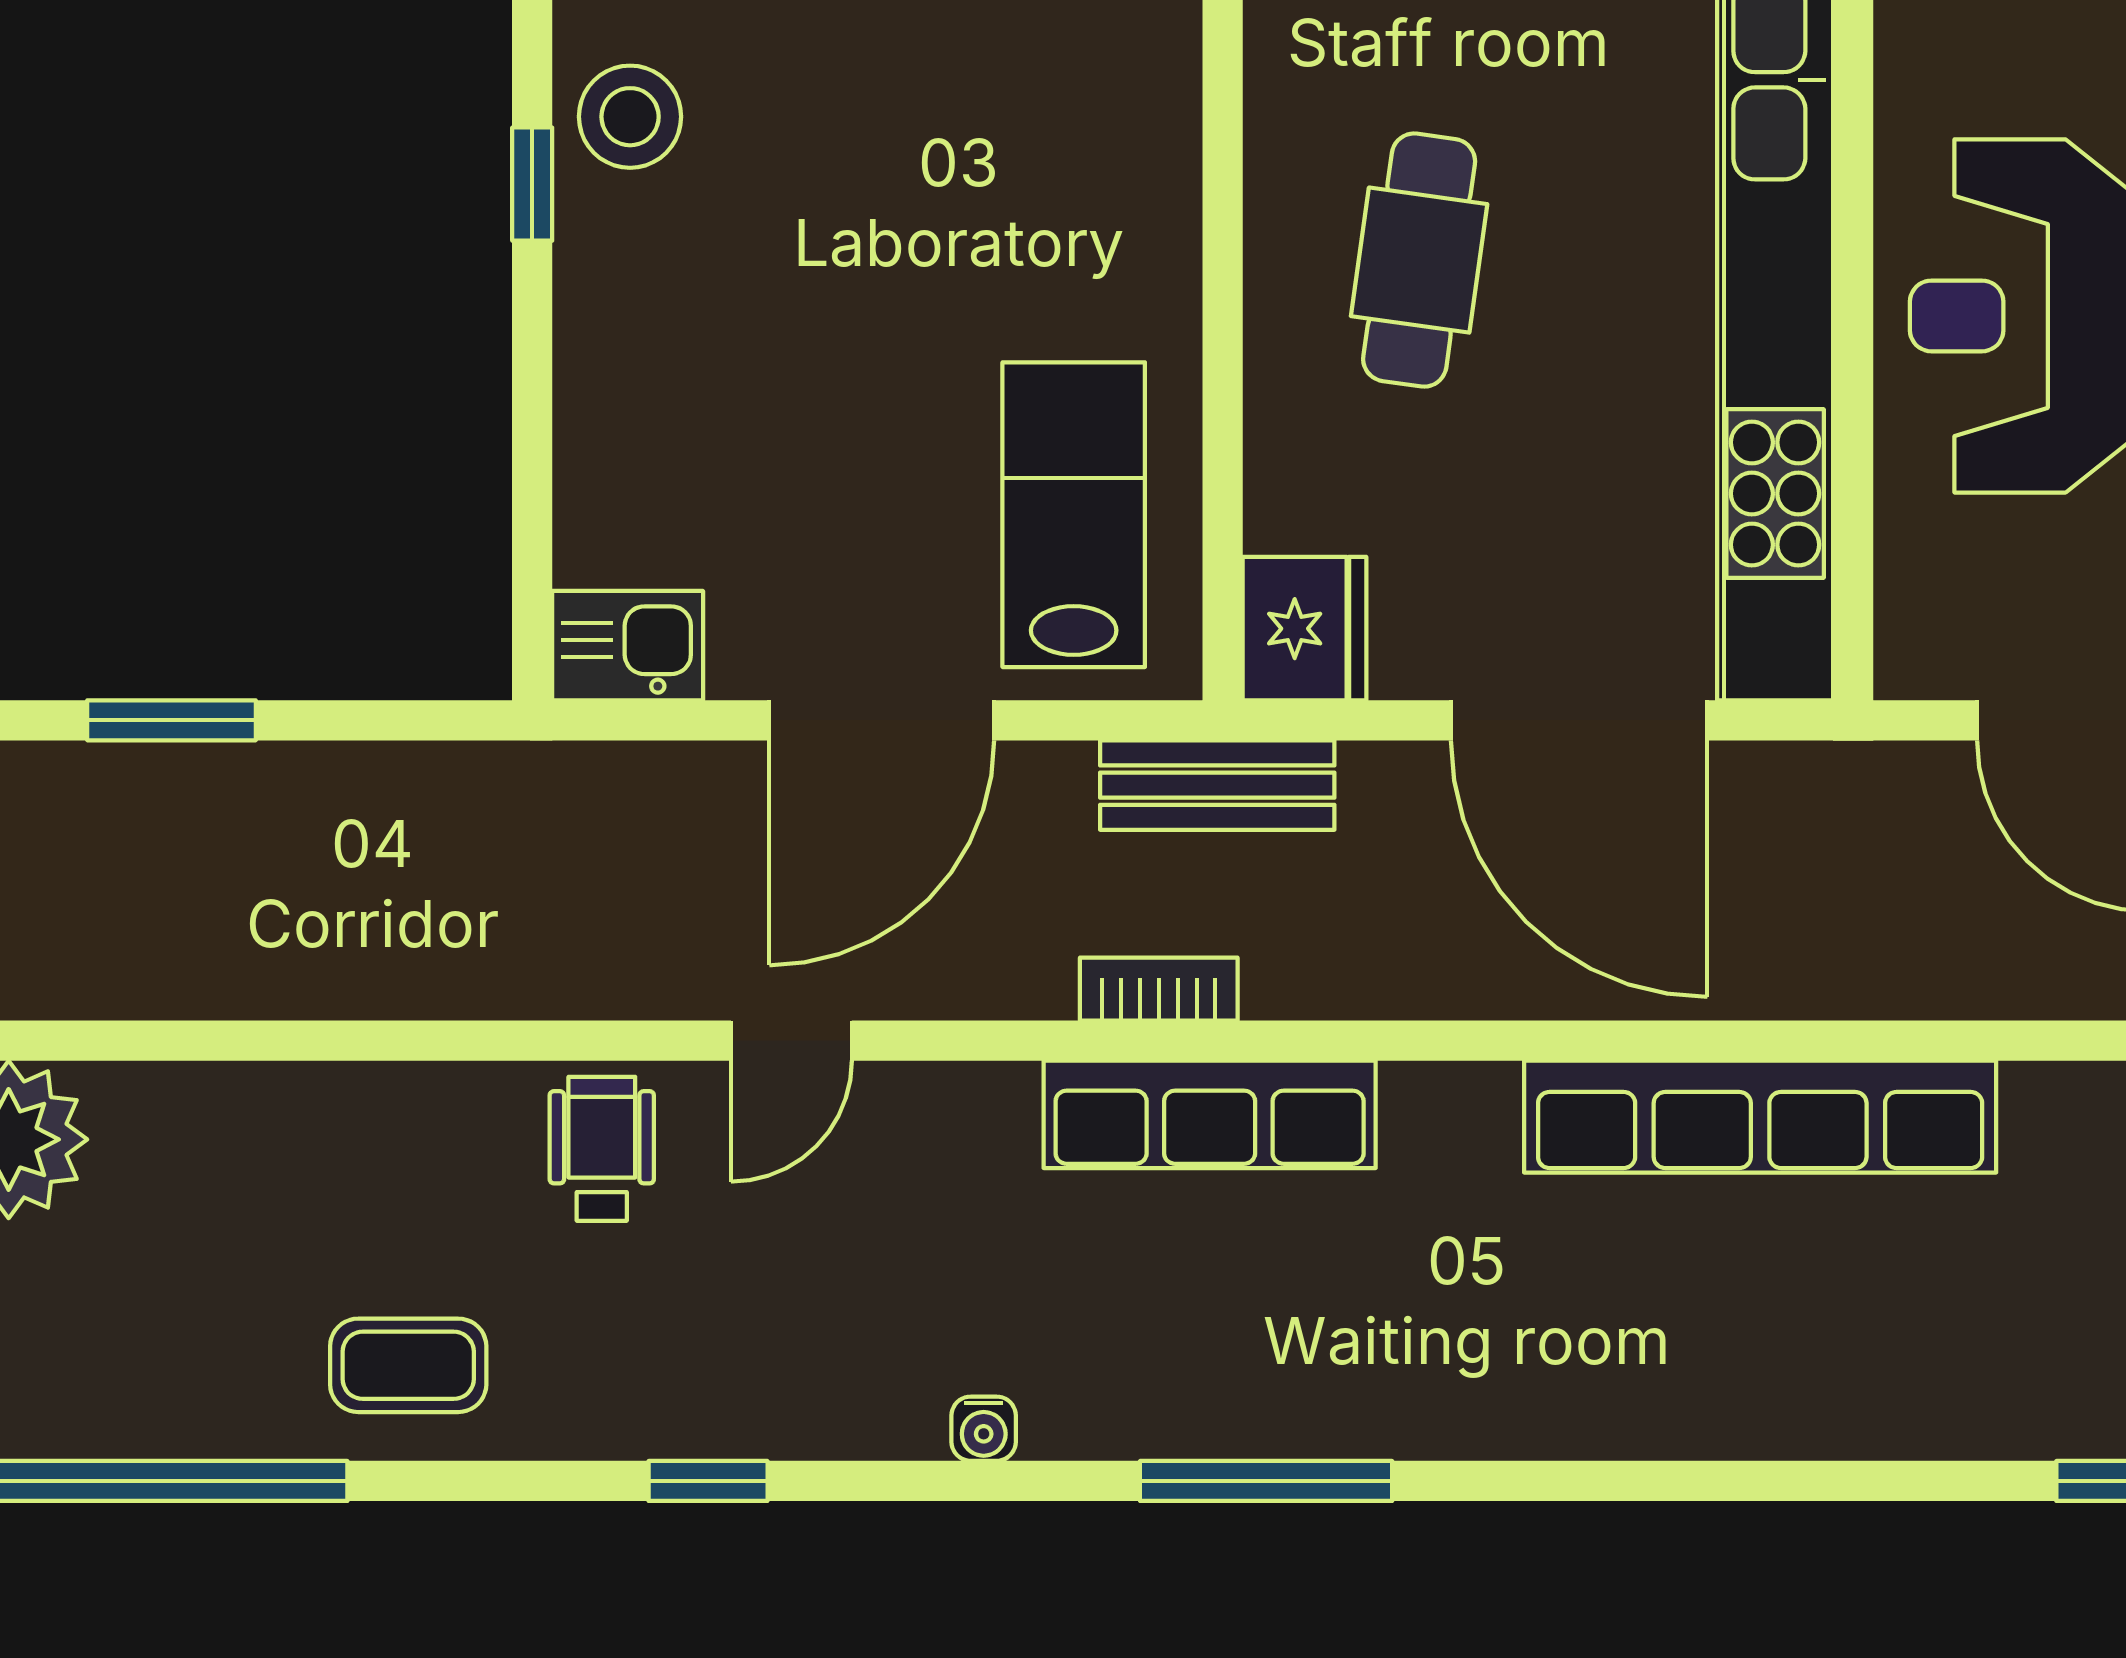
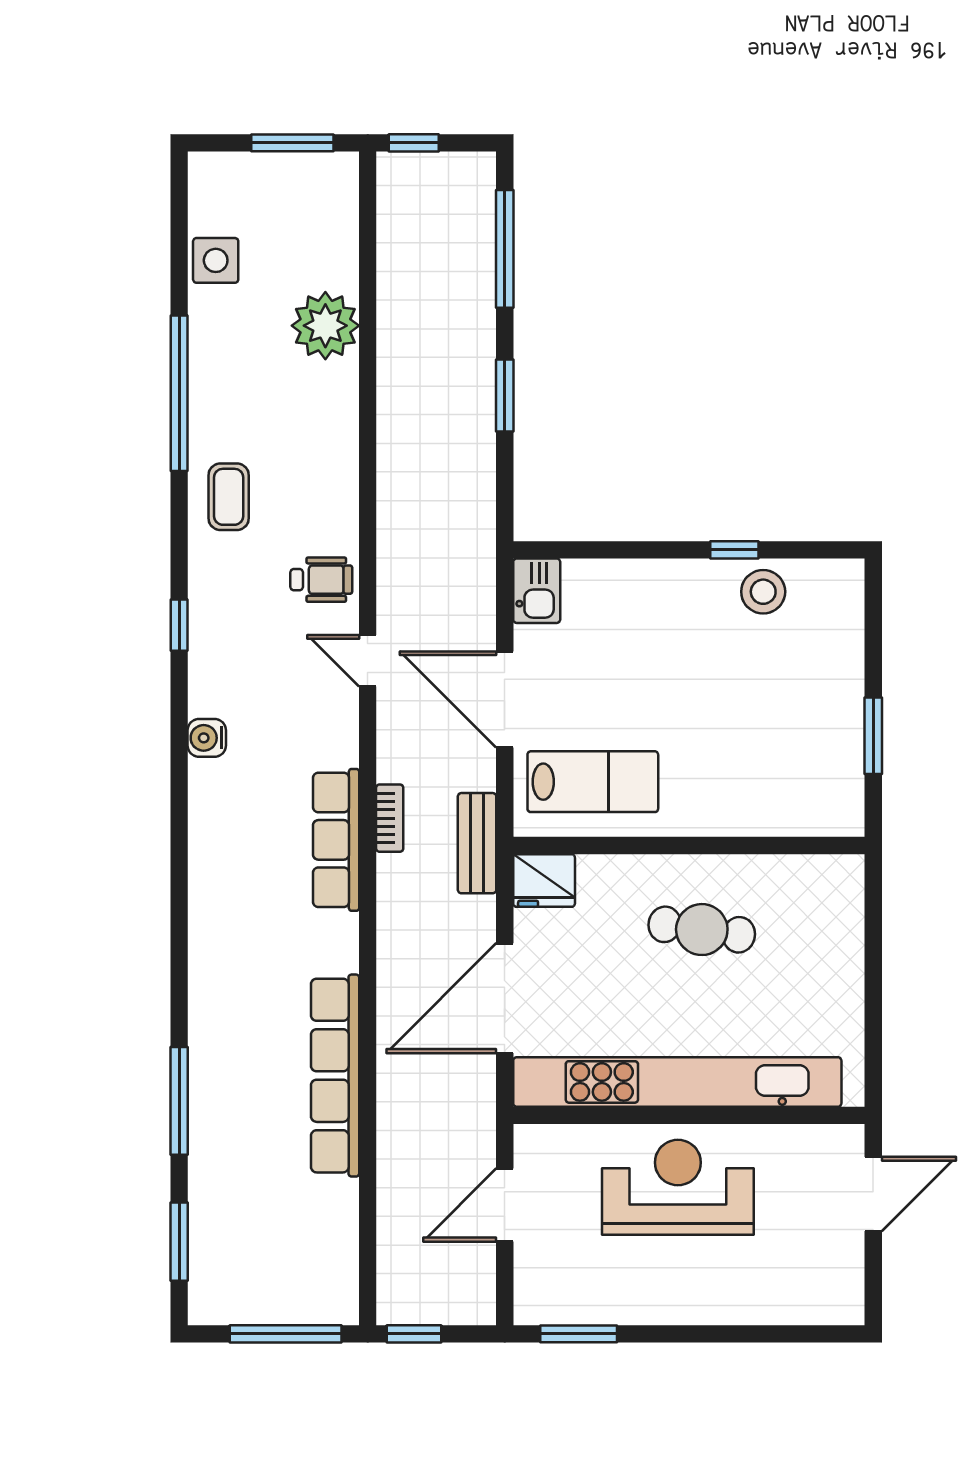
water cooler: (984, 1429) -> (207, 738), width x1.38, depth x1.38
window: (1266, 1481) -> (179, 1101), moved

